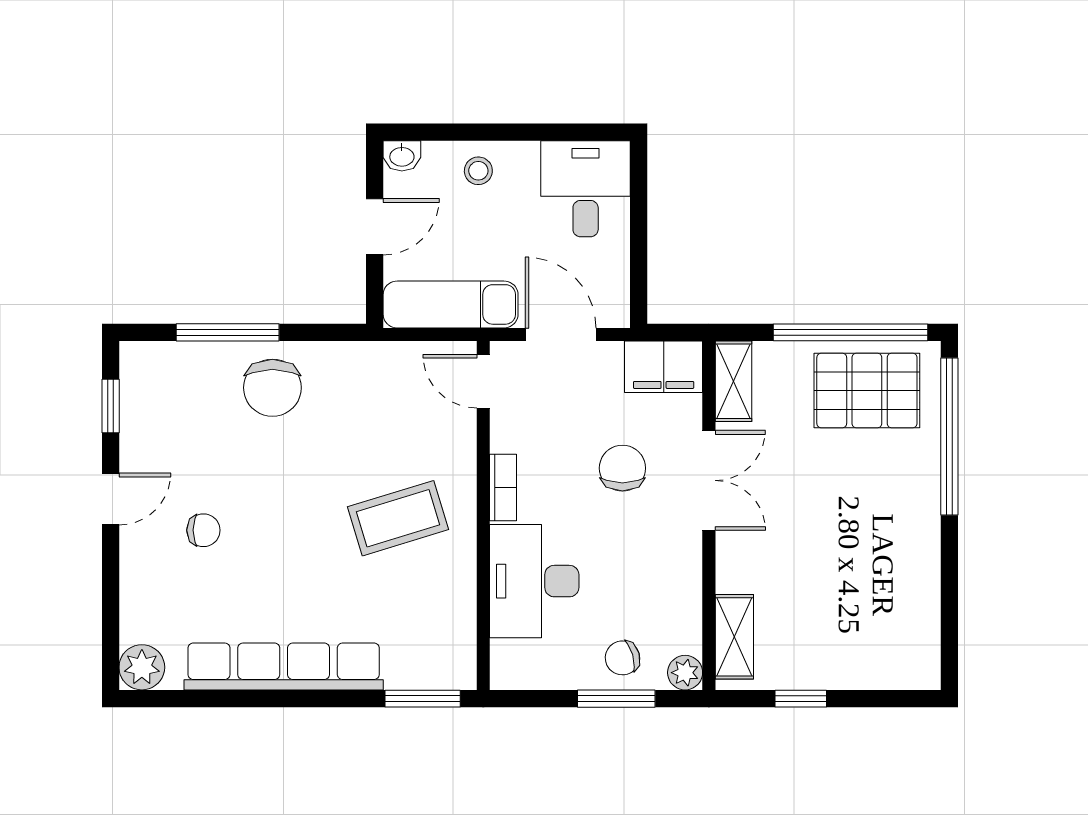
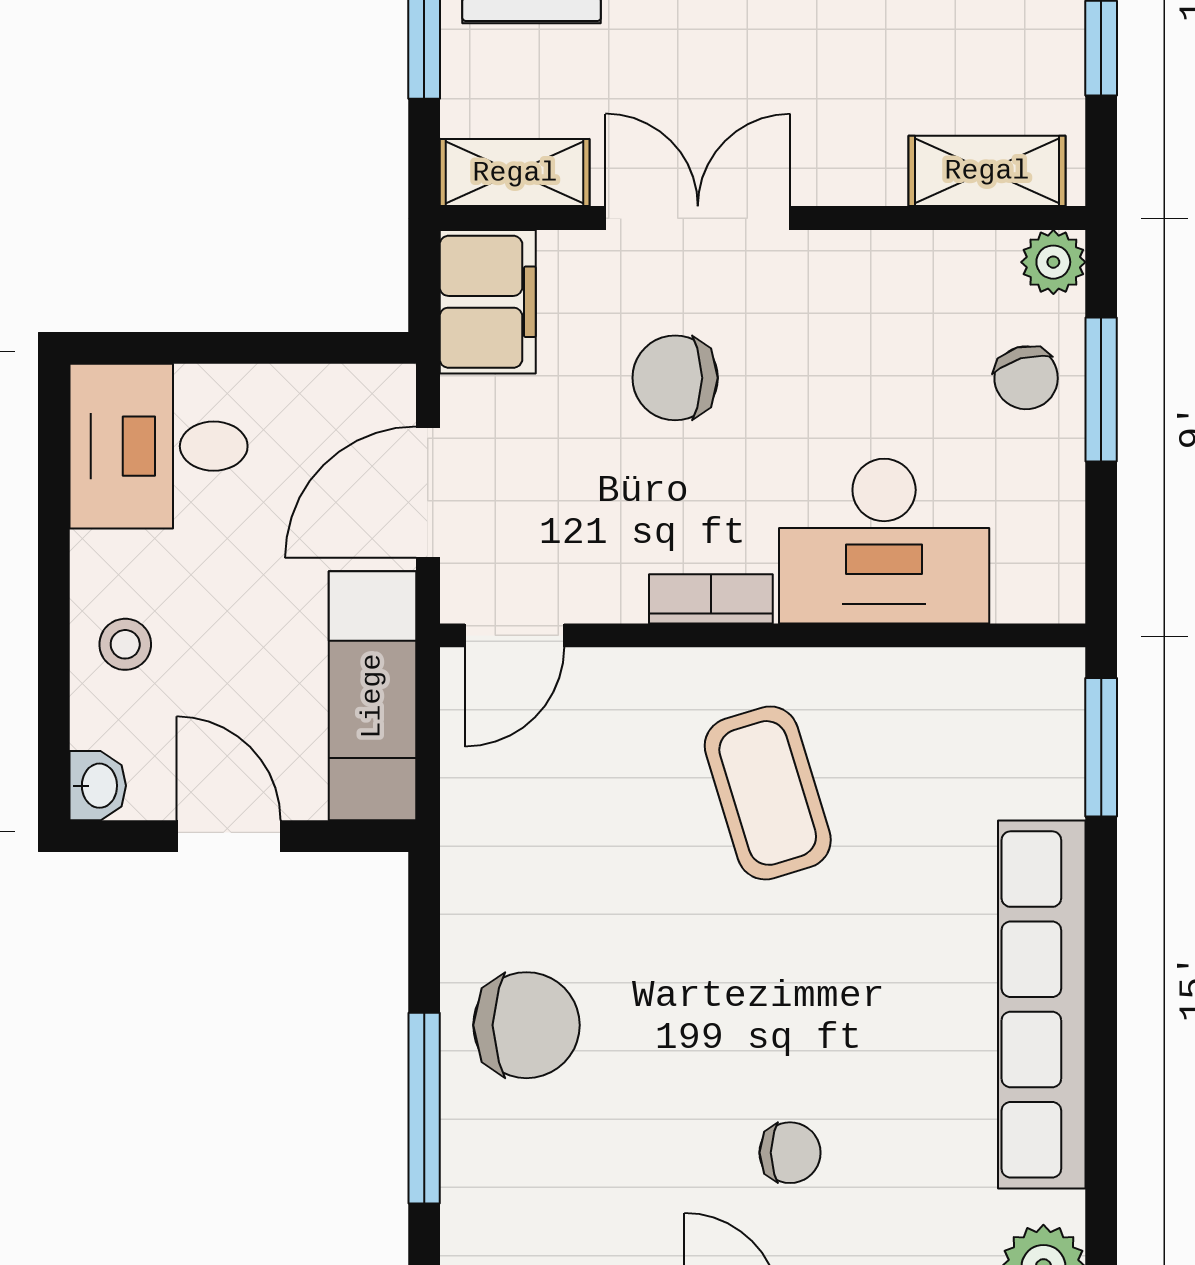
chair: (203, 530) -> (790, 1153), turned 90

